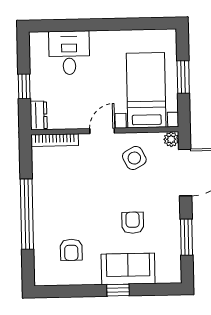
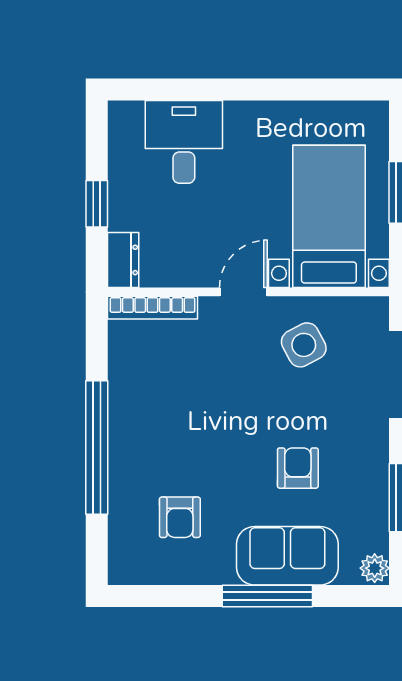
plant: (171, 139) -> (375, 568), moved
window: (118, 290) -> (267, 596), width x2.17

